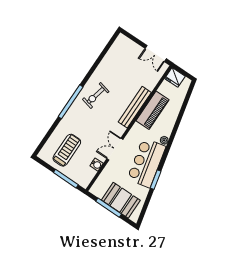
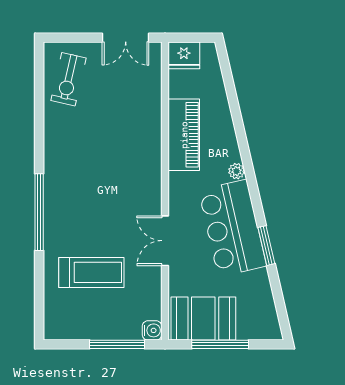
exercise bike: (96, 95) -> (68, 79), moved
bench: (135, 107) -> (151, 150), removed
treadmill: (67, 150) -> (91, 272), moved, turned 90
water cooler: (97, 165) -> (152, 330), moved
booth: (121, 200) -> (203, 318), moved

